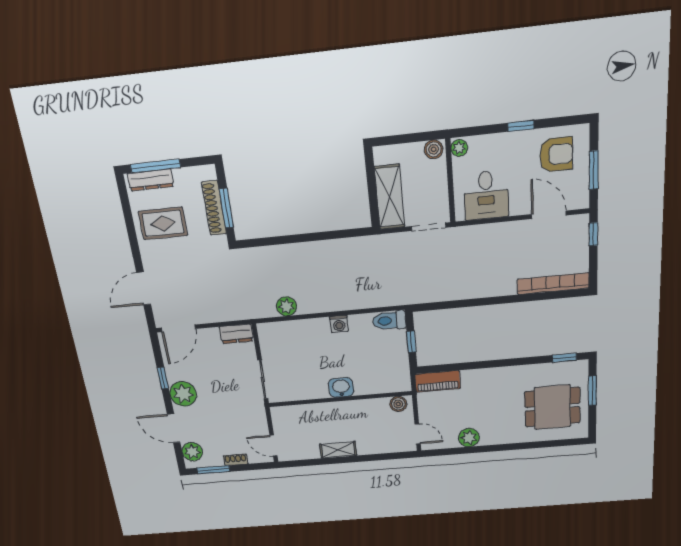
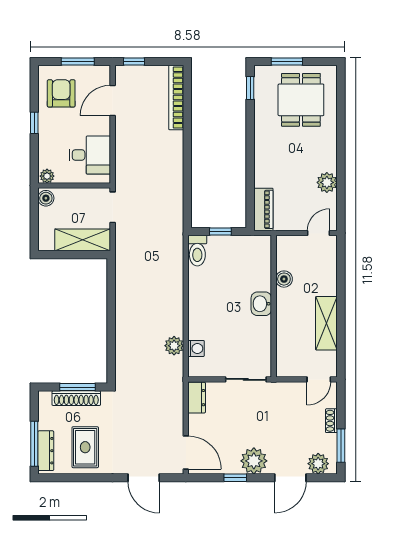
washing machine: (339, 324) -> (196, 348), moved
boiler: (398, 404) -> (284, 279), moved
shelving: (338, 450) -> (326, 323), width x1.50, depth x1.33

